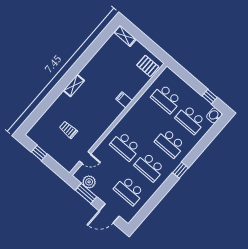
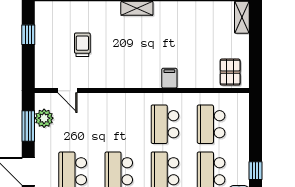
school desk: (125, 146) -> (165, 124), moved

